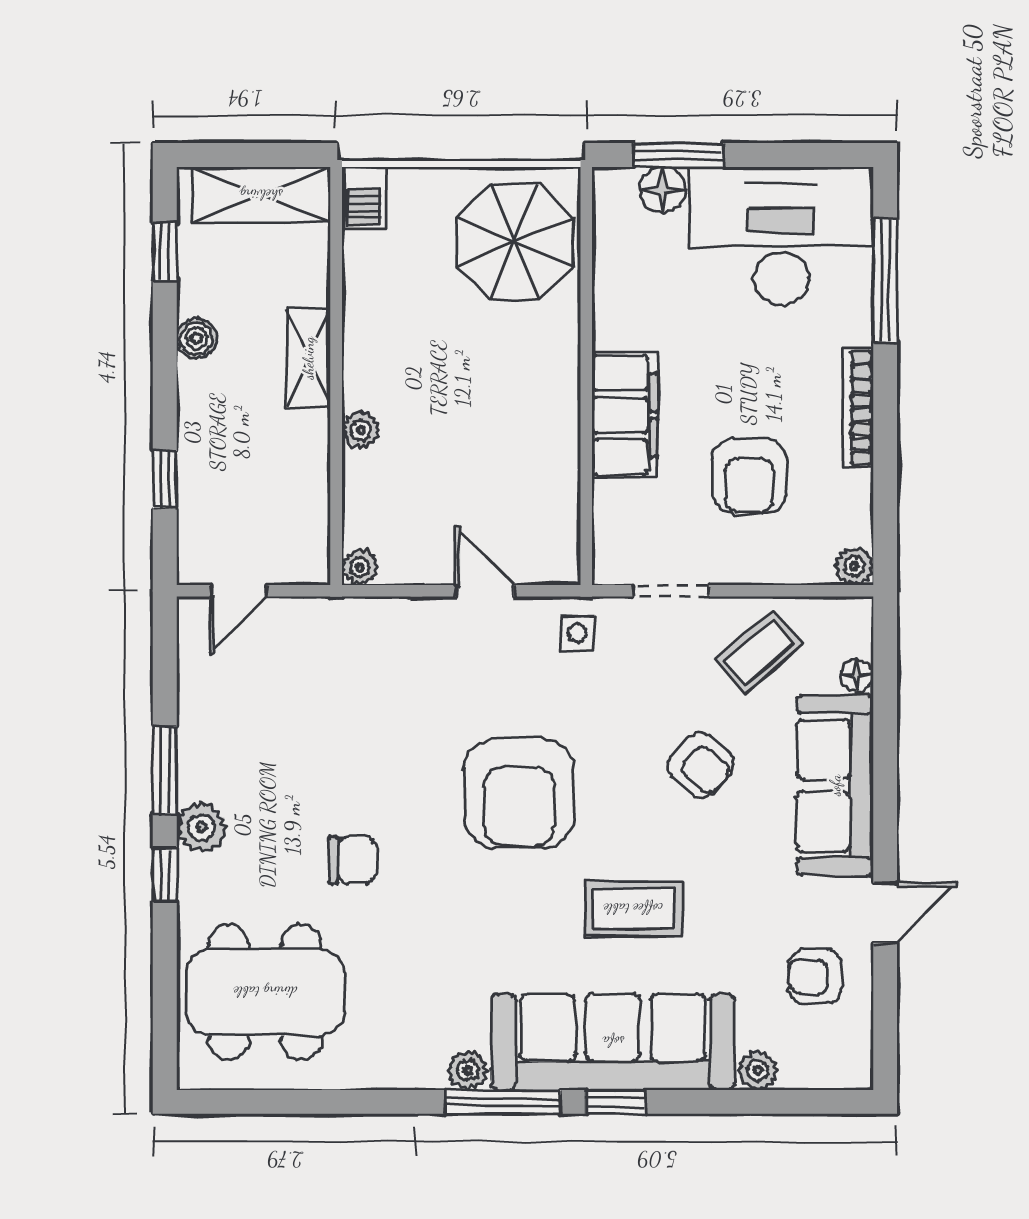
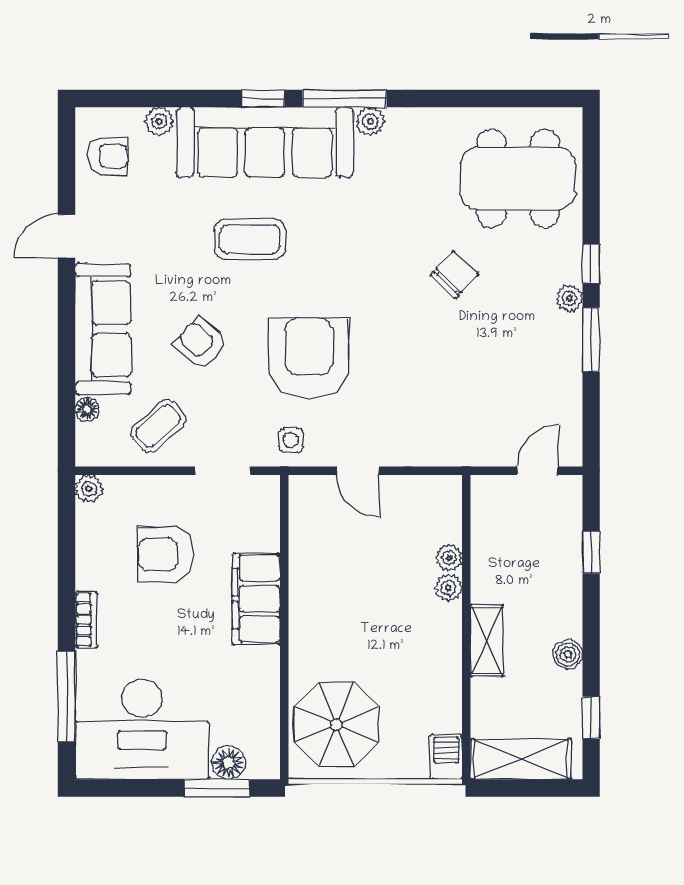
bookcase: (858, 408) -> (86, 620), width x0.64
armchair: (749, 476) -> (165, 554), turned -90
plant: (360, 567) -> (449, 558), moved
armchair: (519, 793) -> (309, 358), moved
plant: (202, 827) -> (569, 298), width x0.73, depth x0.73
chair: (353, 860) -> (454, 275), turned 133
armchair: (815, 976) -> (108, 156), moved

